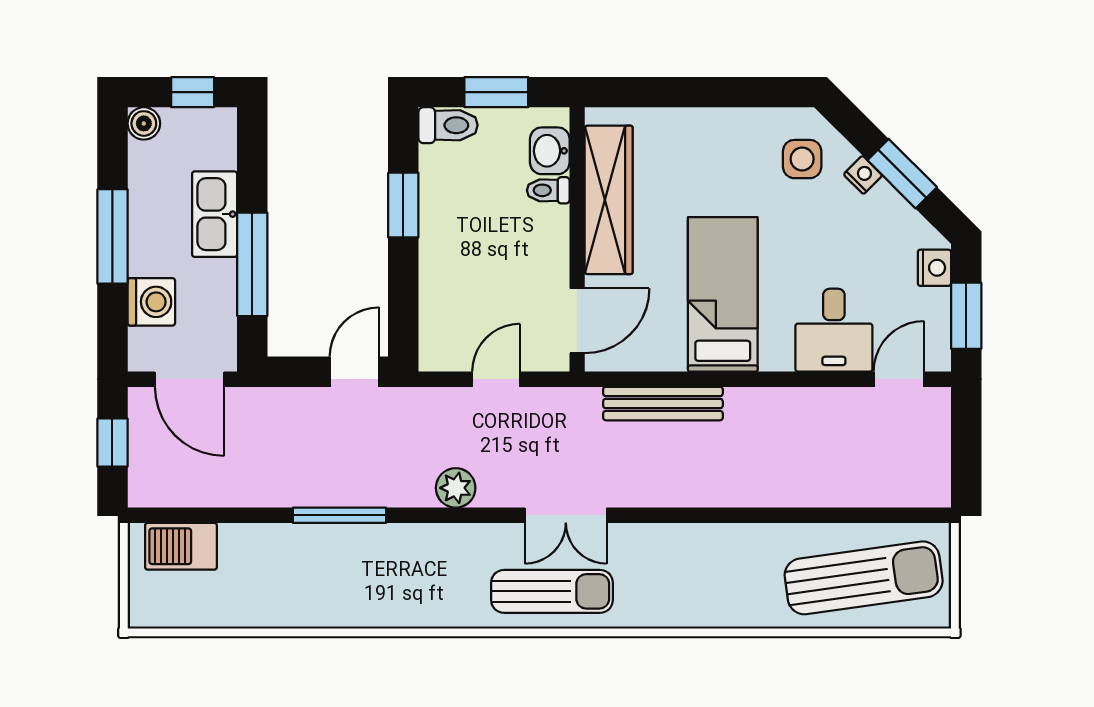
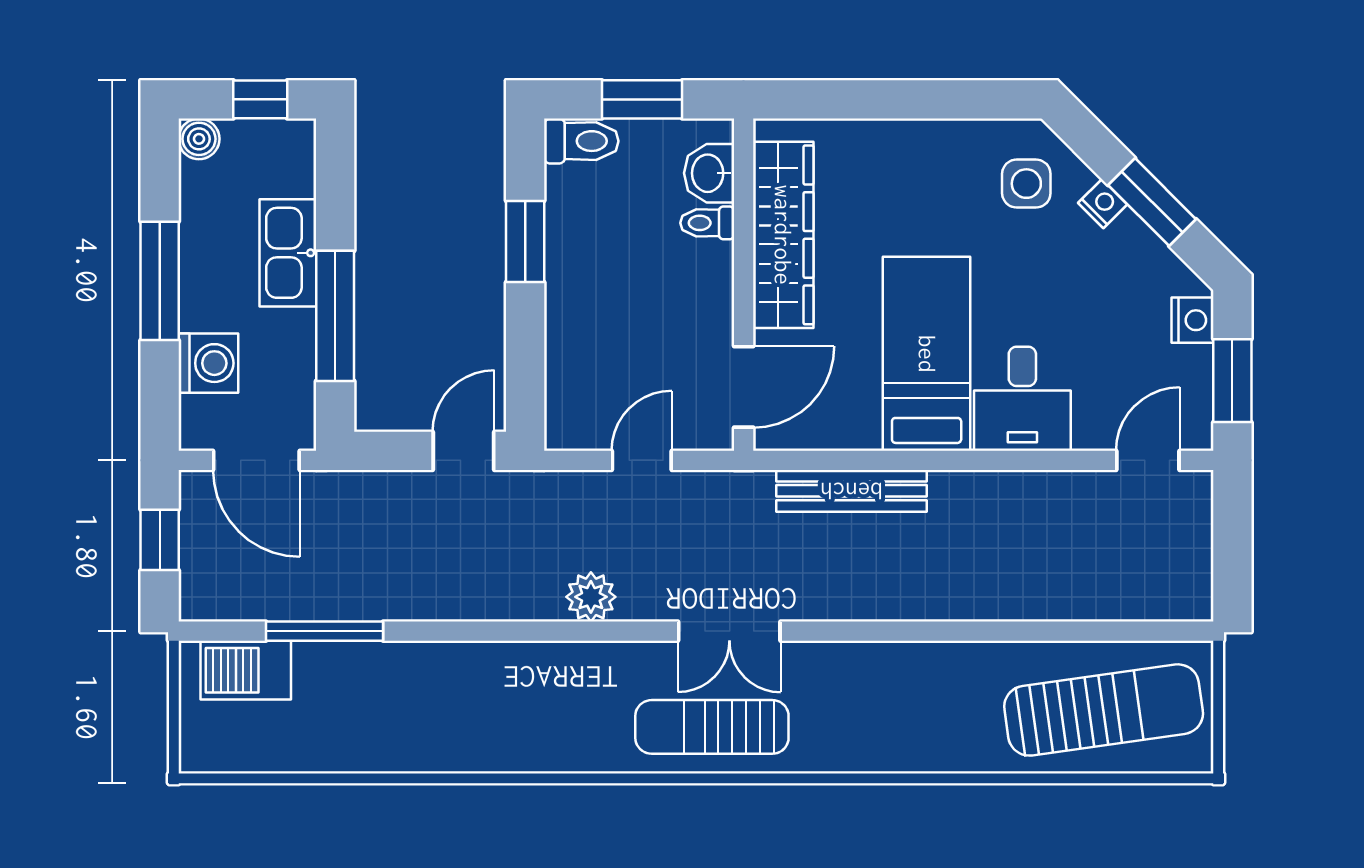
desk: (834, 330) -> (1022, 399), moved
window: (340, 515) -> (324, 631), moved
sun lounger: (552, 591) -> (712, 727), turned 180

